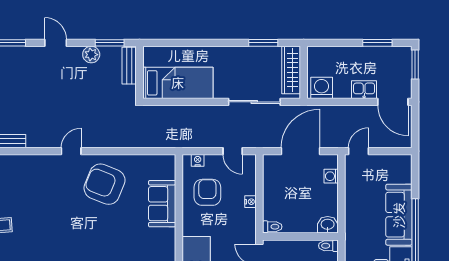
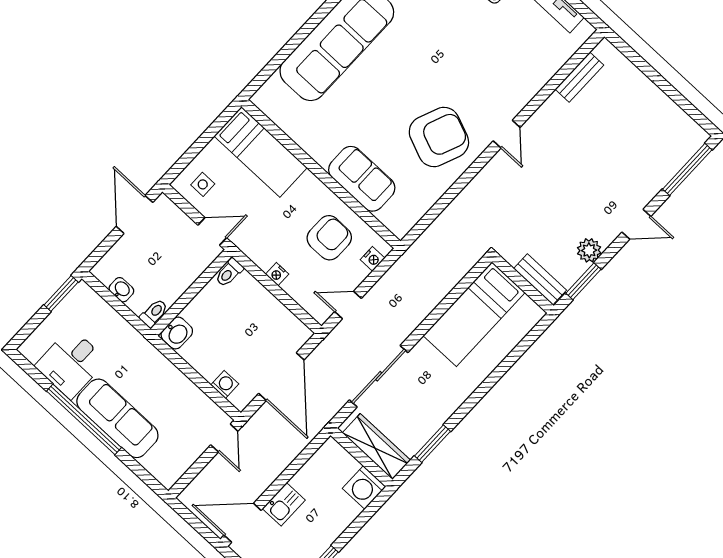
washing machine: (322, 88) -> (364, 487), moved, turned 90
armchair: (207, 192) -> (329, 238), turned -90

